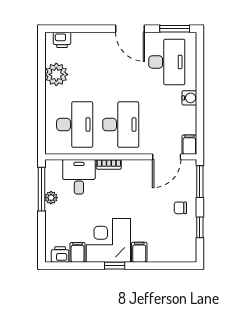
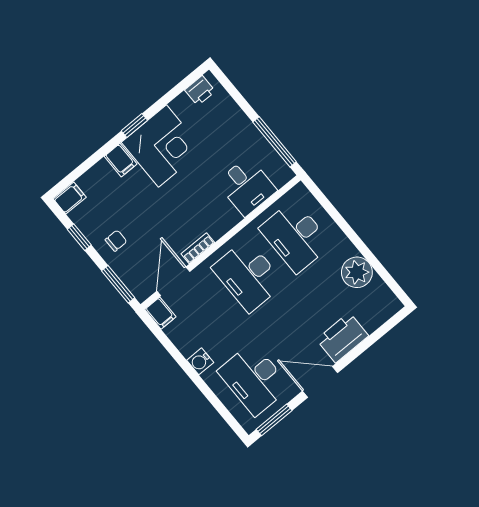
printer: (62, 40) -> (342, 338), moved, width x1.87, depth x1.48
bookcase: (109, 164) -> (198, 248), moved
plant: (51, 198) -> (257, 141), removed
filing cabinet: (78, 252) -> (70, 198), moved, turned -90

